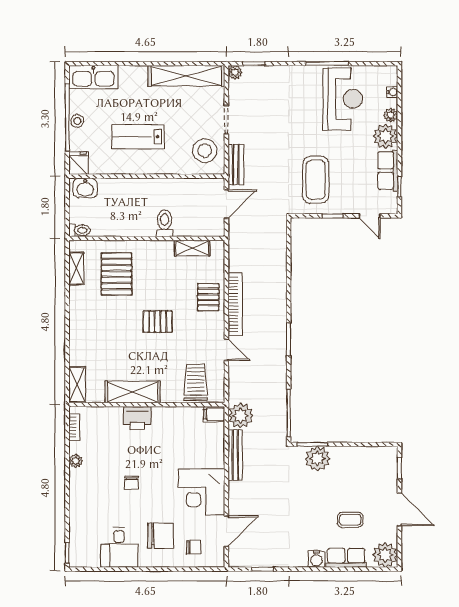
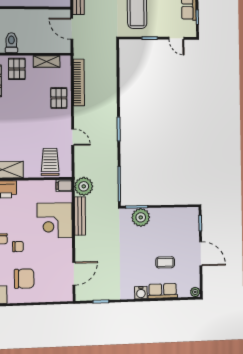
door: (226, 204) -> (72, 29), swing flipped
toilet: (165, 223) -> (11, 43), moved
bookcase: (235, 304) -> (79, 82), moved
pallet: (158, 322) -> (17, 69), moved, turned 90
corner desk: (201, 492) -> (55, 220), moved
chair: (194, 547) -> (18, 247), moved
plant: (385, 555) -> (195, 292), width x0.53, depth x0.53

